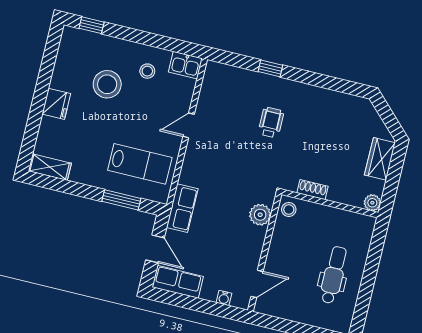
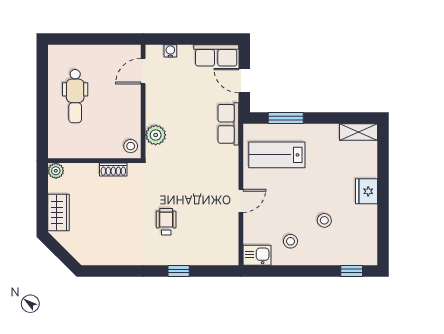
stool: (107, 84) -> (324, 220), width x0.53, depth x0.53
wheelchair: (271, 122) -> (166, 222), turned 180

